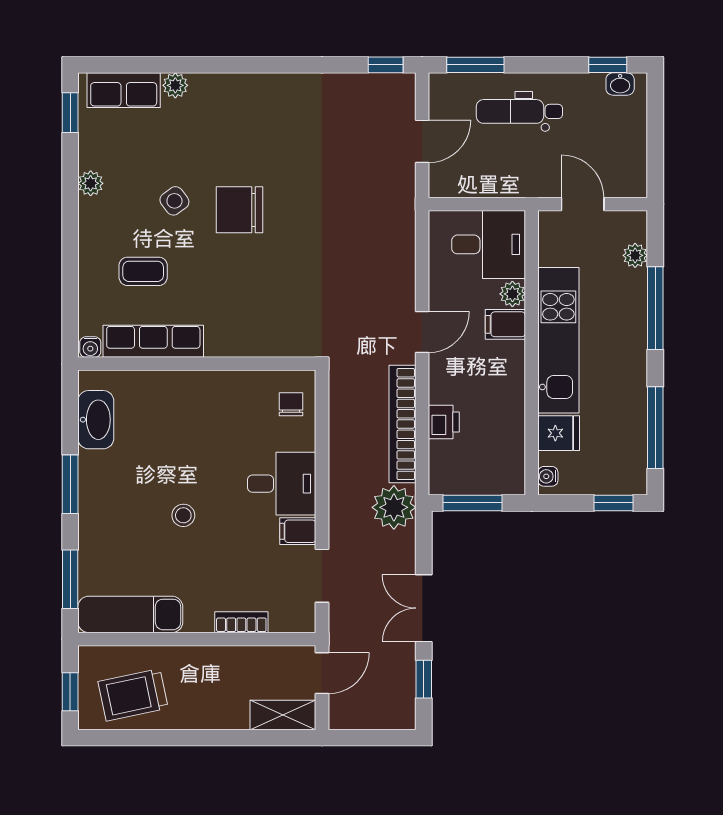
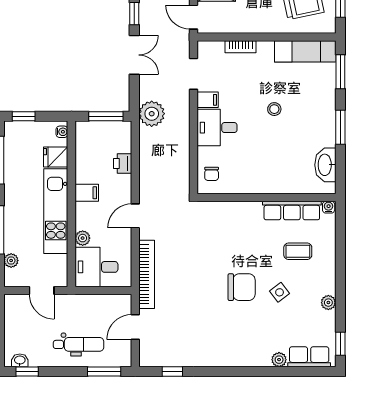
window: (386, 65) -> (172, 372), moved
filing cabinet: (505, 324) -> (87, 193), moved
bookcase: (403, 424) -> (147, 274), moved
door: (322, 673) -> (194, 17), hinge flipped

